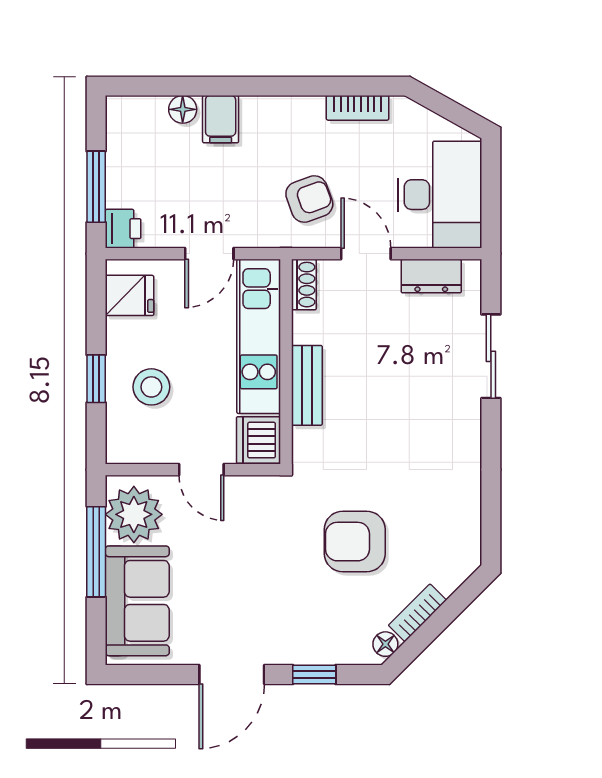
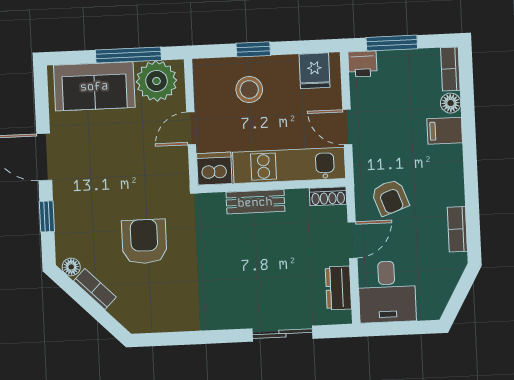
bookcase: (136, 107) -> (450, 69), added
desk: (440, 195) -> (387, 292), width x0.73

